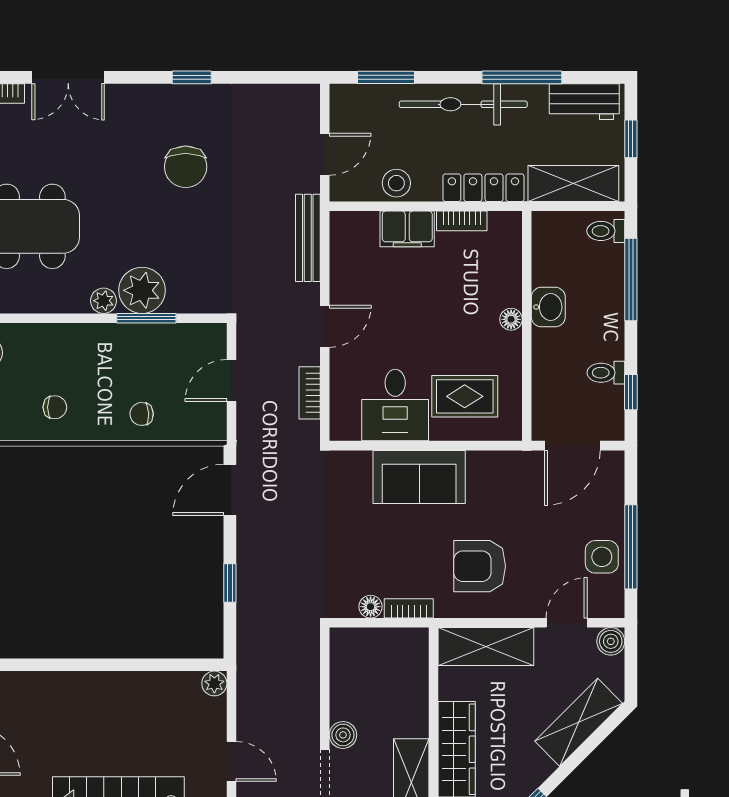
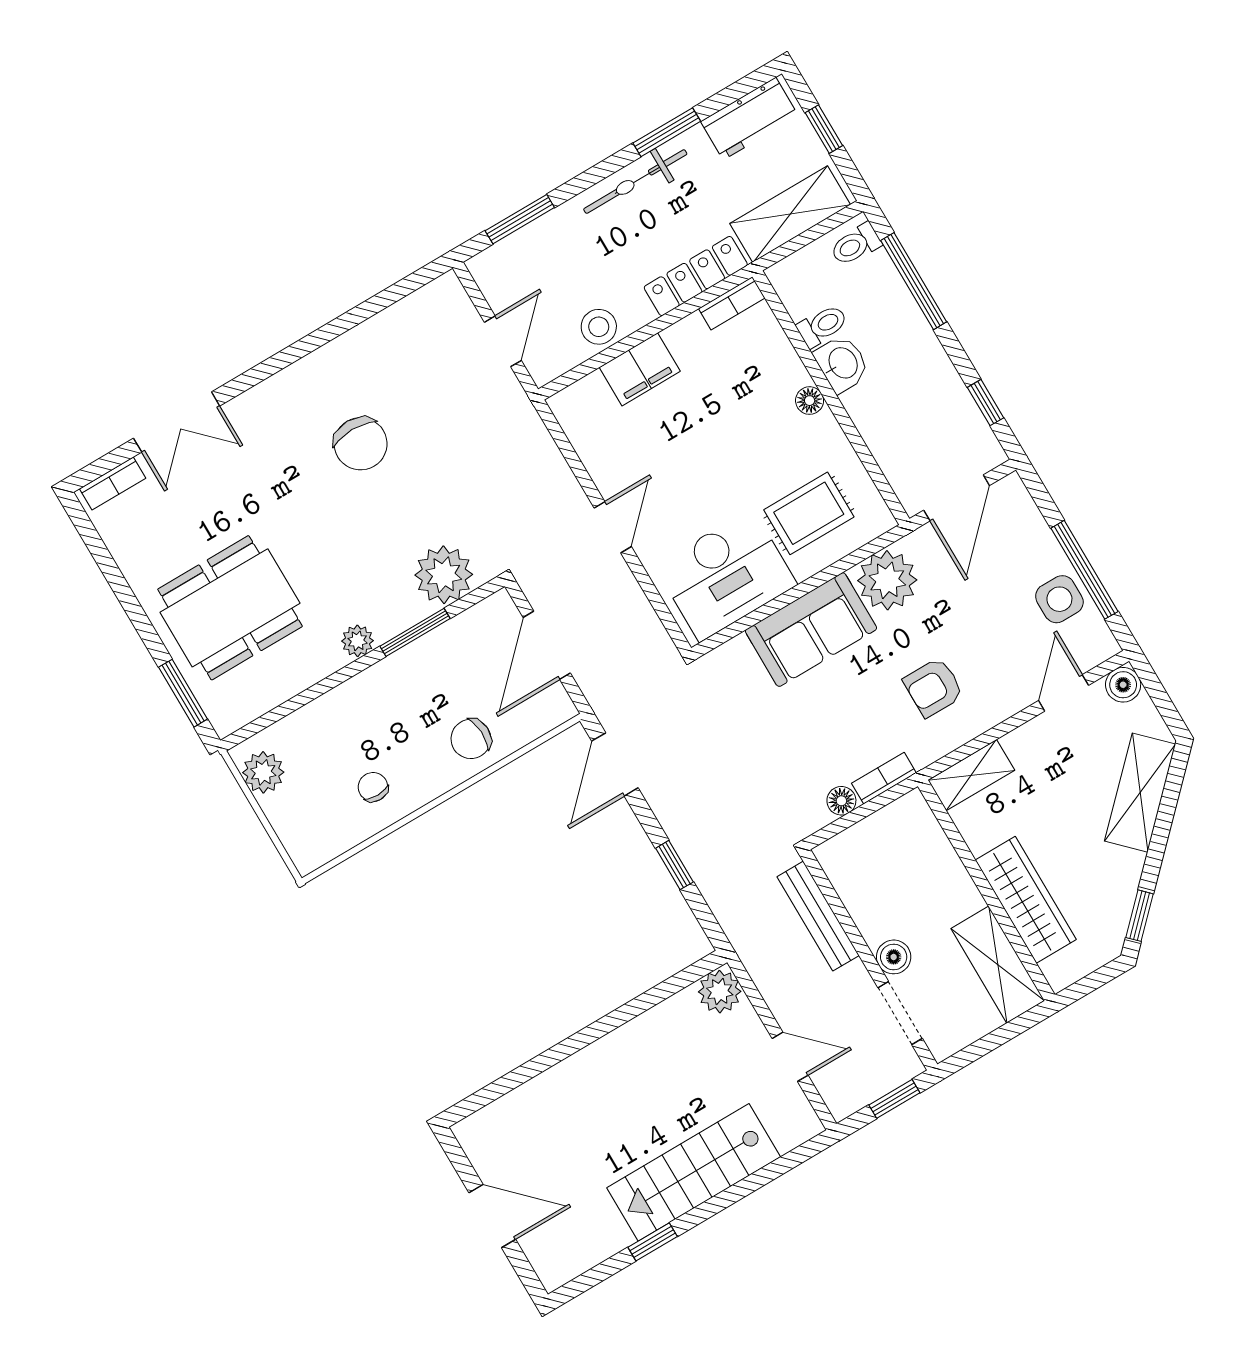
window: (192, 77) -> (310, 343), removed
window: (522, 77) -> (667, 132), width x0.69
bicycle: (463, 104) -> (635, 181), width x0.73, depth x0.71
bookcase: (462, 221) -> (732, 303), moved
bench: (308, 238) -> (818, 916), moved
plant: (142, 290) -> (444, 575), moved
toilet: (606, 373) -> (822, 326), moved, turned 180
door: (231, 381) -> (547, 645), width x1.38
bookcase: (310, 393) -> (639, 609), removed
desk: (395, 405) -> (726, 575), width x1.37
chair: (55, 407) -> (373, 787), turned -90
chair: (142, 414) -> (471, 739), width x1.37, depth x1.37
plant: (491, 474) -> (887, 580), added
armchair: (480, 566) -> (933, 687), width x0.72, depth x0.72
shelving: (486, 647) -> (971, 775), width x0.67, depth x0.75
plant: (214, 683) -> (720, 992), width x1.38, depth x1.38

